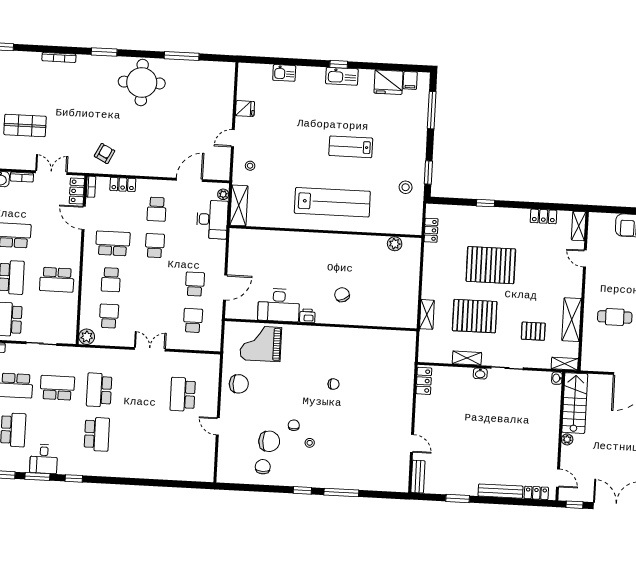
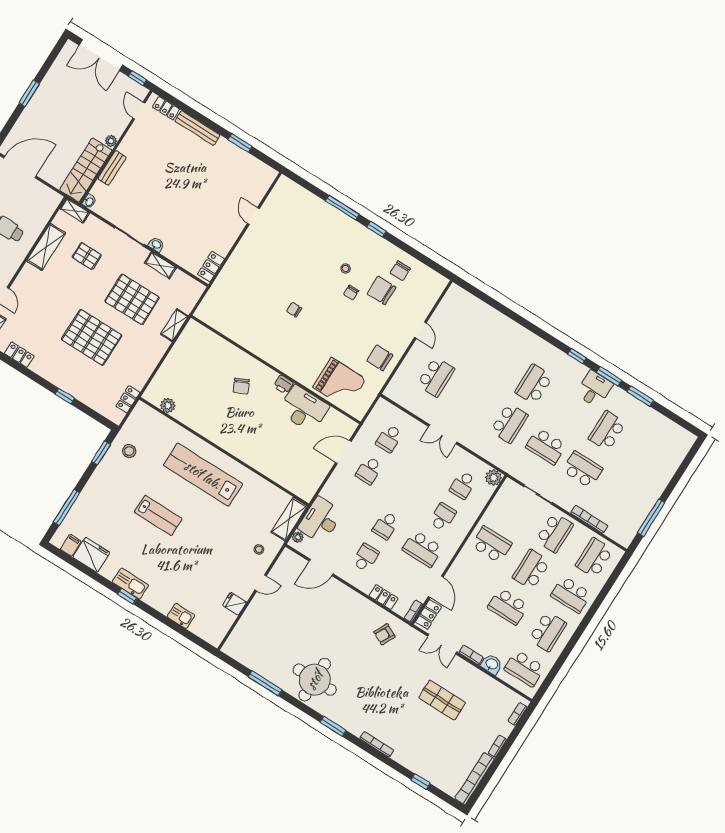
bench: (418, 477) -> (112, 168), moved

